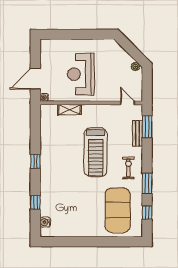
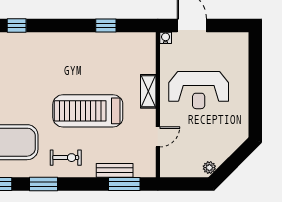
reception desk: (81, 74) -> (199, 90), turned 180
door: (128, 103) -> (158, 137), moved
shelving: (69, 110) -> (148, 91), moved
window: (35, 161) -> (106, 25), moved

